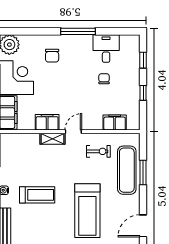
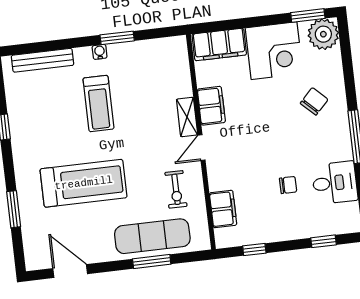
chair: (52, 56) -> (314, 101), turned 134
window: (143, 93) -> (254, 249), moved
door: (73, 132) -> (202, 148), swing flipped
treadmill: (87, 211) -> (84, 183), turned 180

